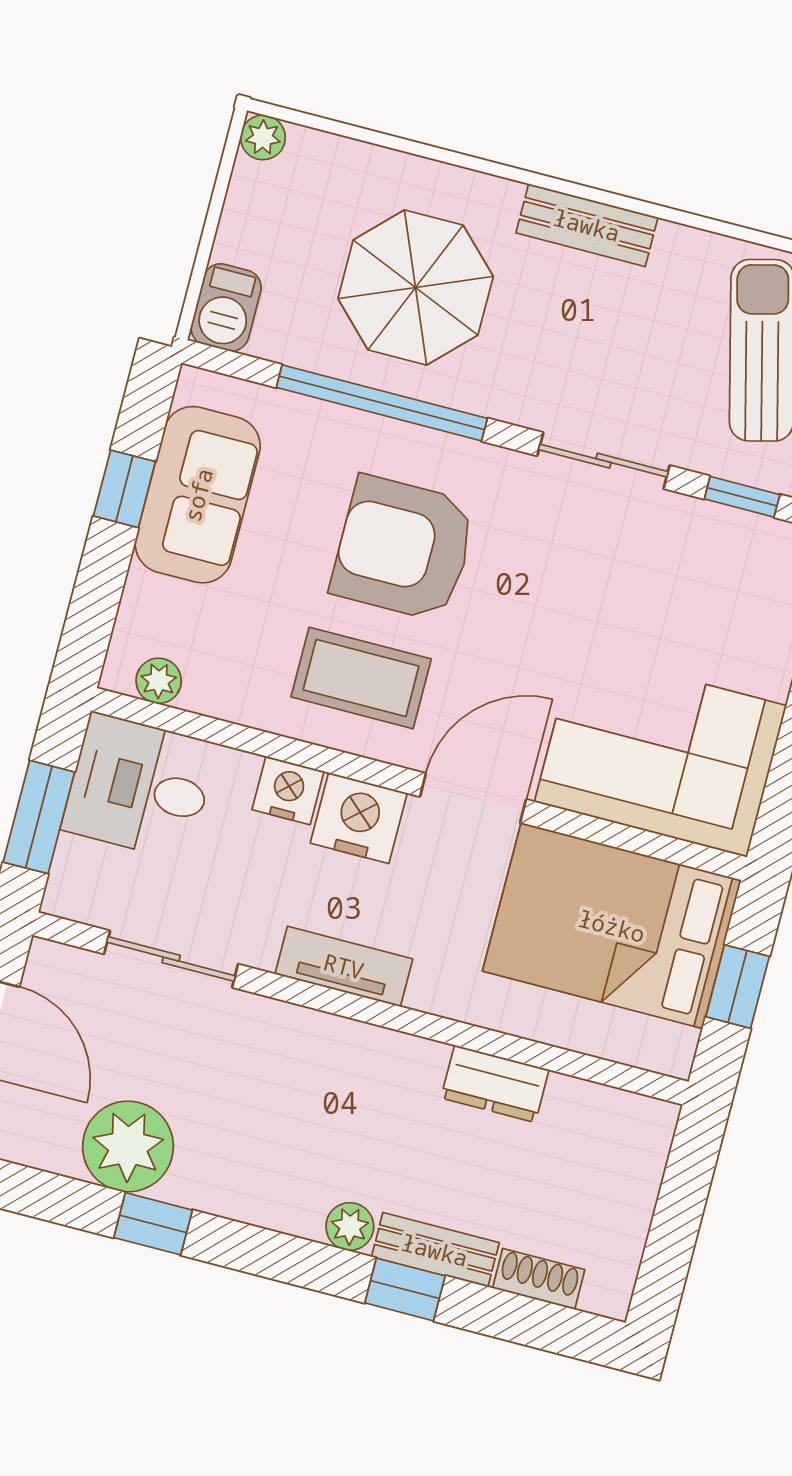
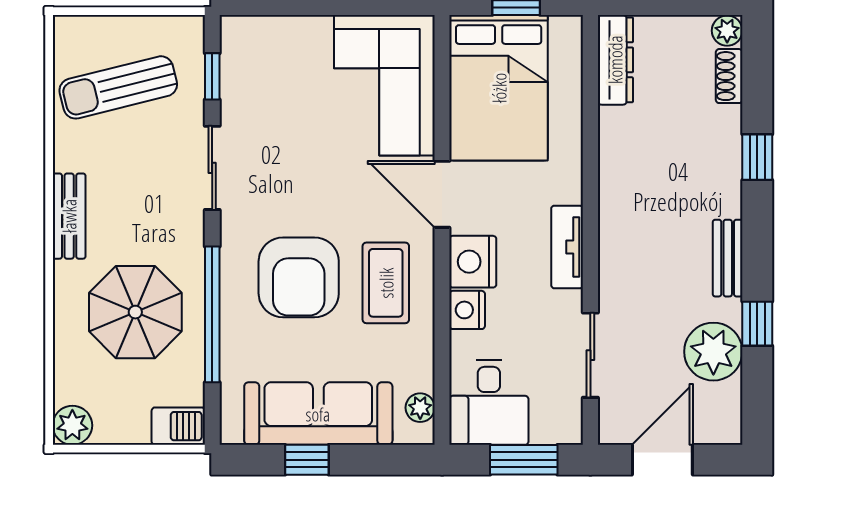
plant: (263, 137) -> (72, 425), width x1.38, depth x1.38
sofa: (198, 495) -> (318, 414), width x1.36
dresser: (495, 1084) -> (615, 60), moved, width x1.44
plant: (350, 1227) -> (727, 31), moved
bench: (435, 1250) -> (728, 258), moved

